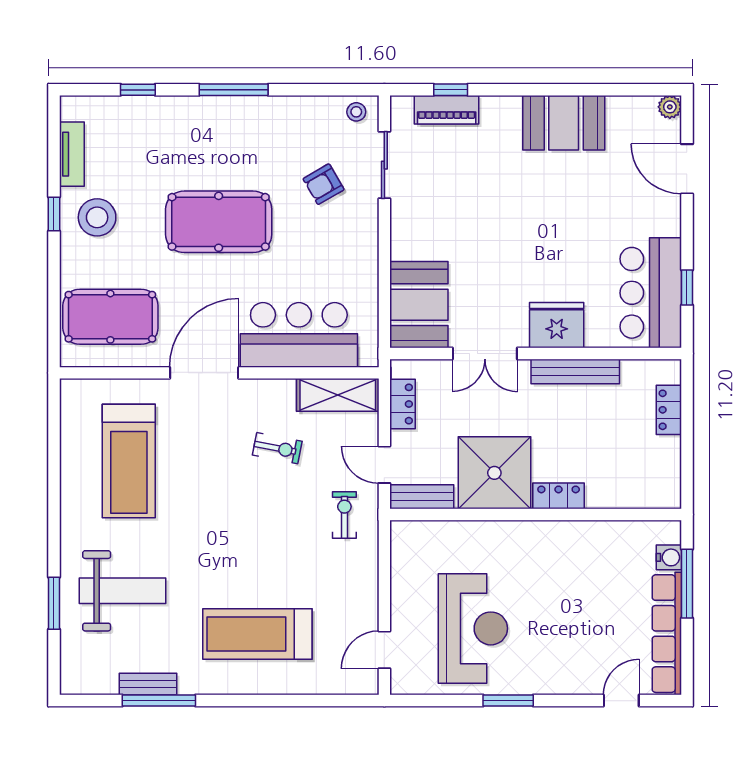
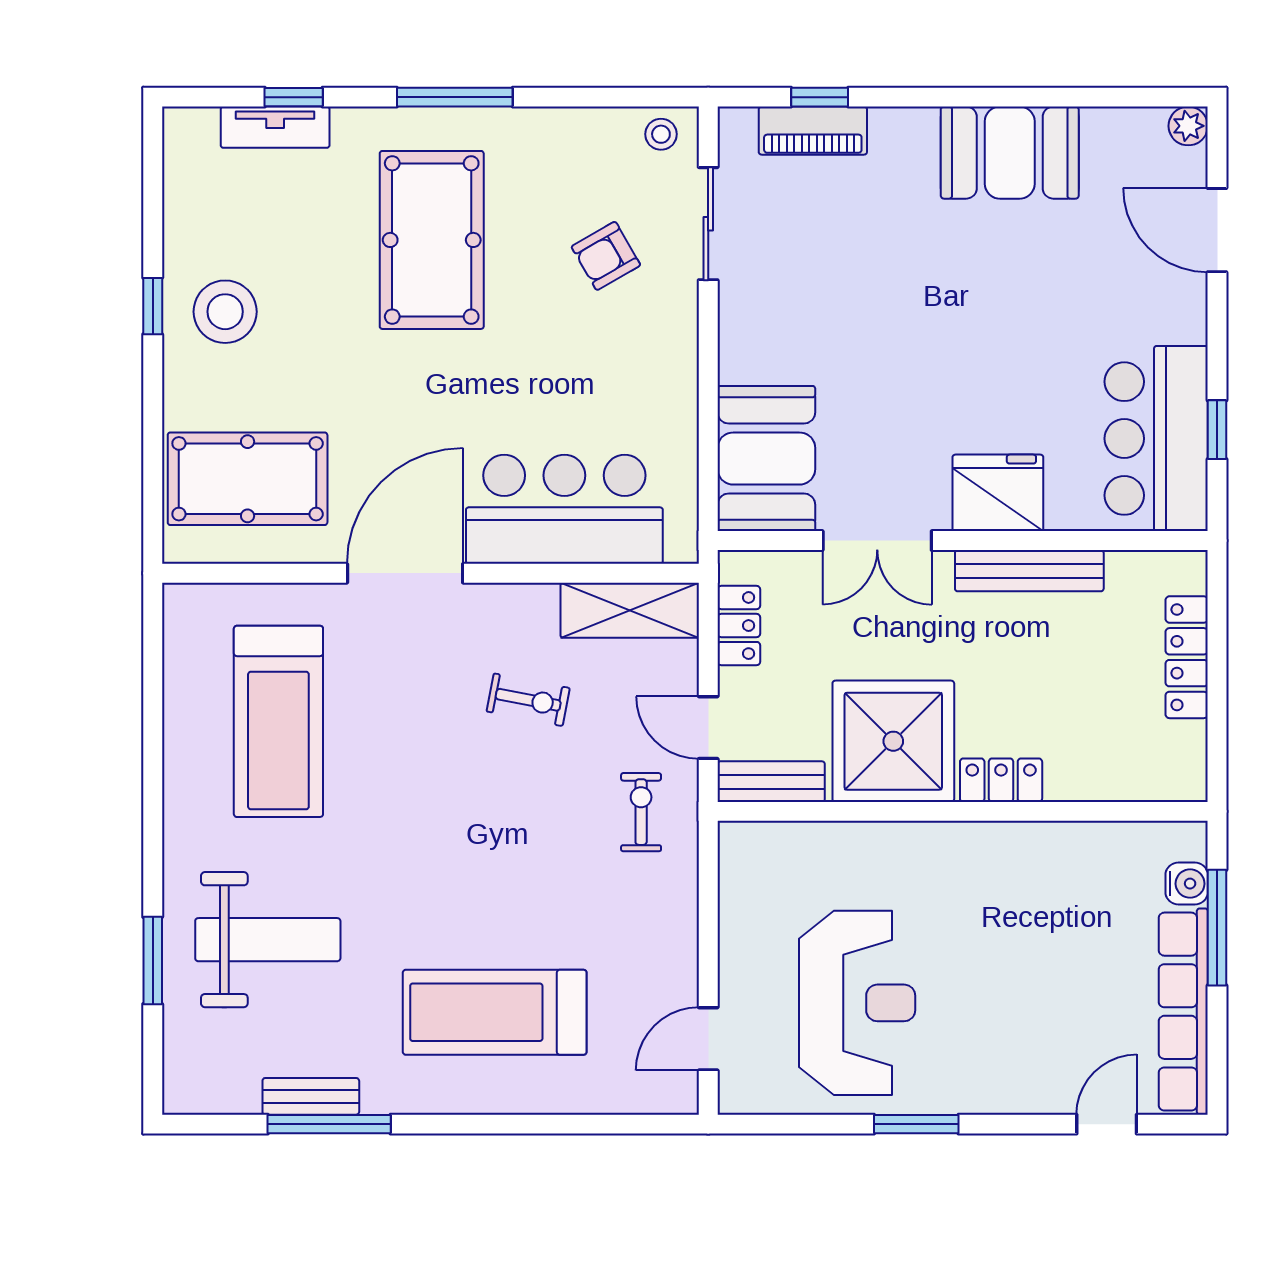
tv unit: (72, 154) -> (275, 127), moved, turned 90
pool table: (219, 222) -> (432, 240), moved, turned 90
locker: (669, 410) -> (1187, 657), width x1.53

